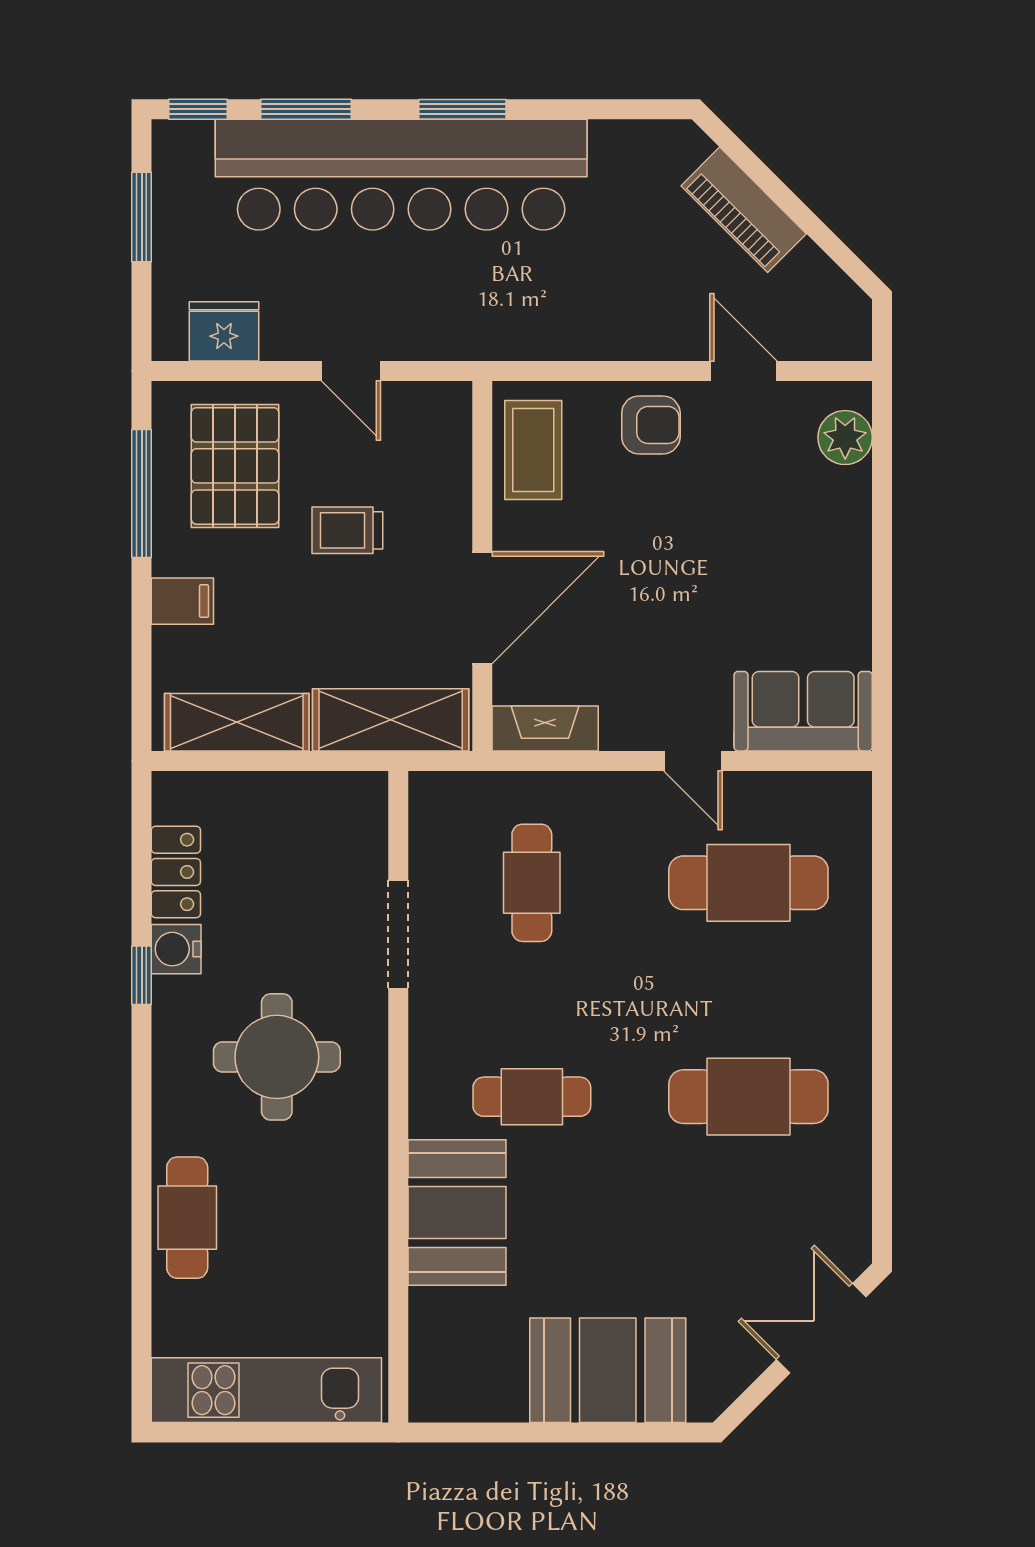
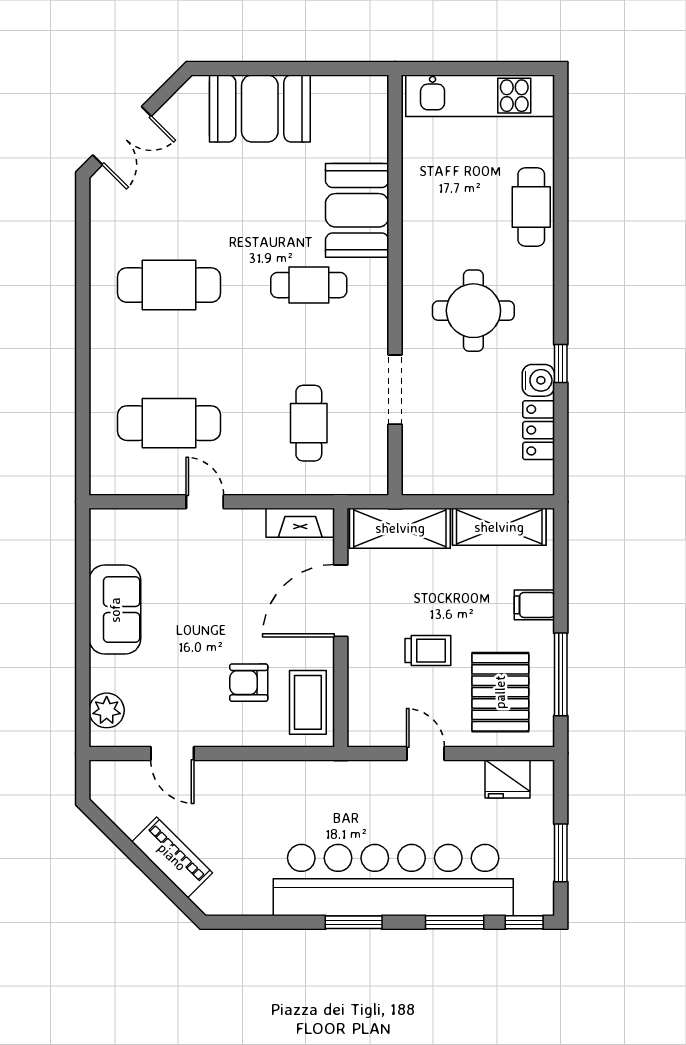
armchair: (651, 425) -> (249, 683), moved
sofa: (803, 711) -> (115, 610), moved, turned -90

